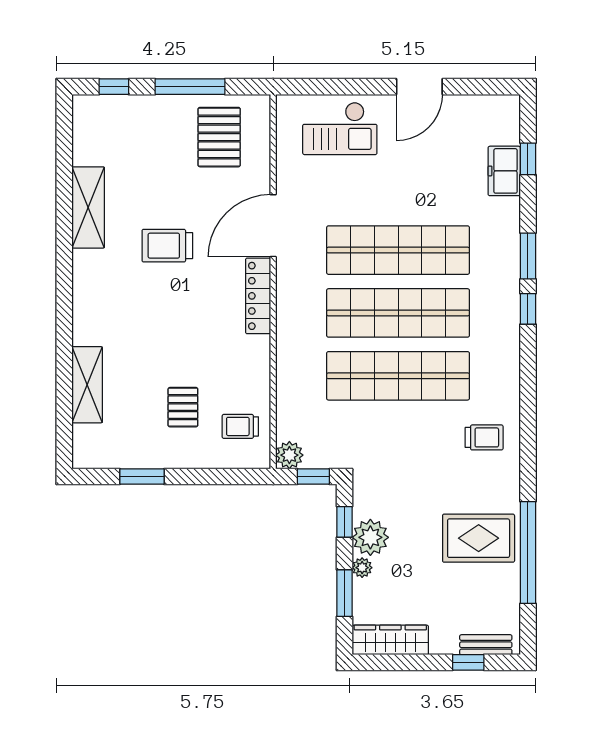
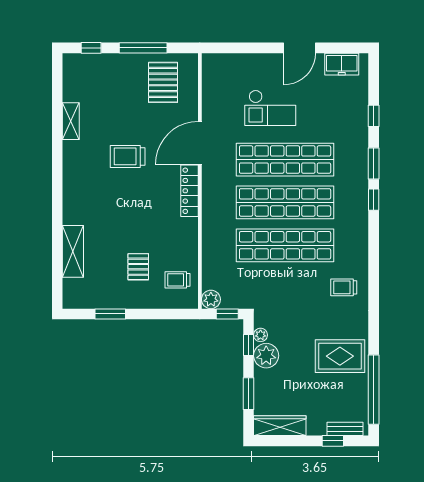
checkout: (340, 128) -> (270, 108), moved
window: (528, 159) -> (374, 116), moved
freezer: (504, 171) -> (342, 64), moved, turned -90
shelving: (88, 207) -> (71, 121), width x0.67, depth x0.75
trolley: (484, 437) -> (344, 287), turned 180
window: (528, 553) -> (374, 390), moved
plant: (362, 568) -> (261, 335), moved

